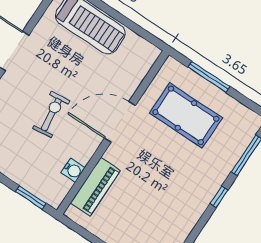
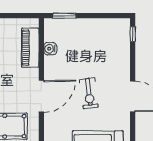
exercise bike: (51, 114) -> (89, 93), moved

